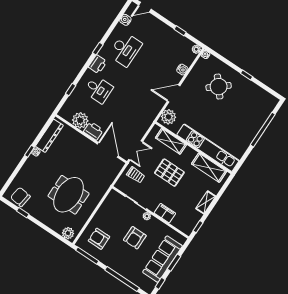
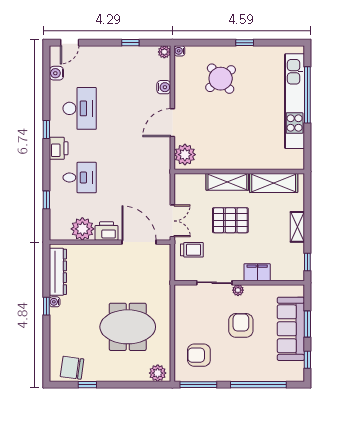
shelving: (171, 141) -> (227, 182), moved
kitchen unit: (208, 148) -> (295, 101), moved, turned -90
meeting table: (69, 195) -> (128, 327), turned 90
armchair: (135, 238) -> (241, 325), turned 180

